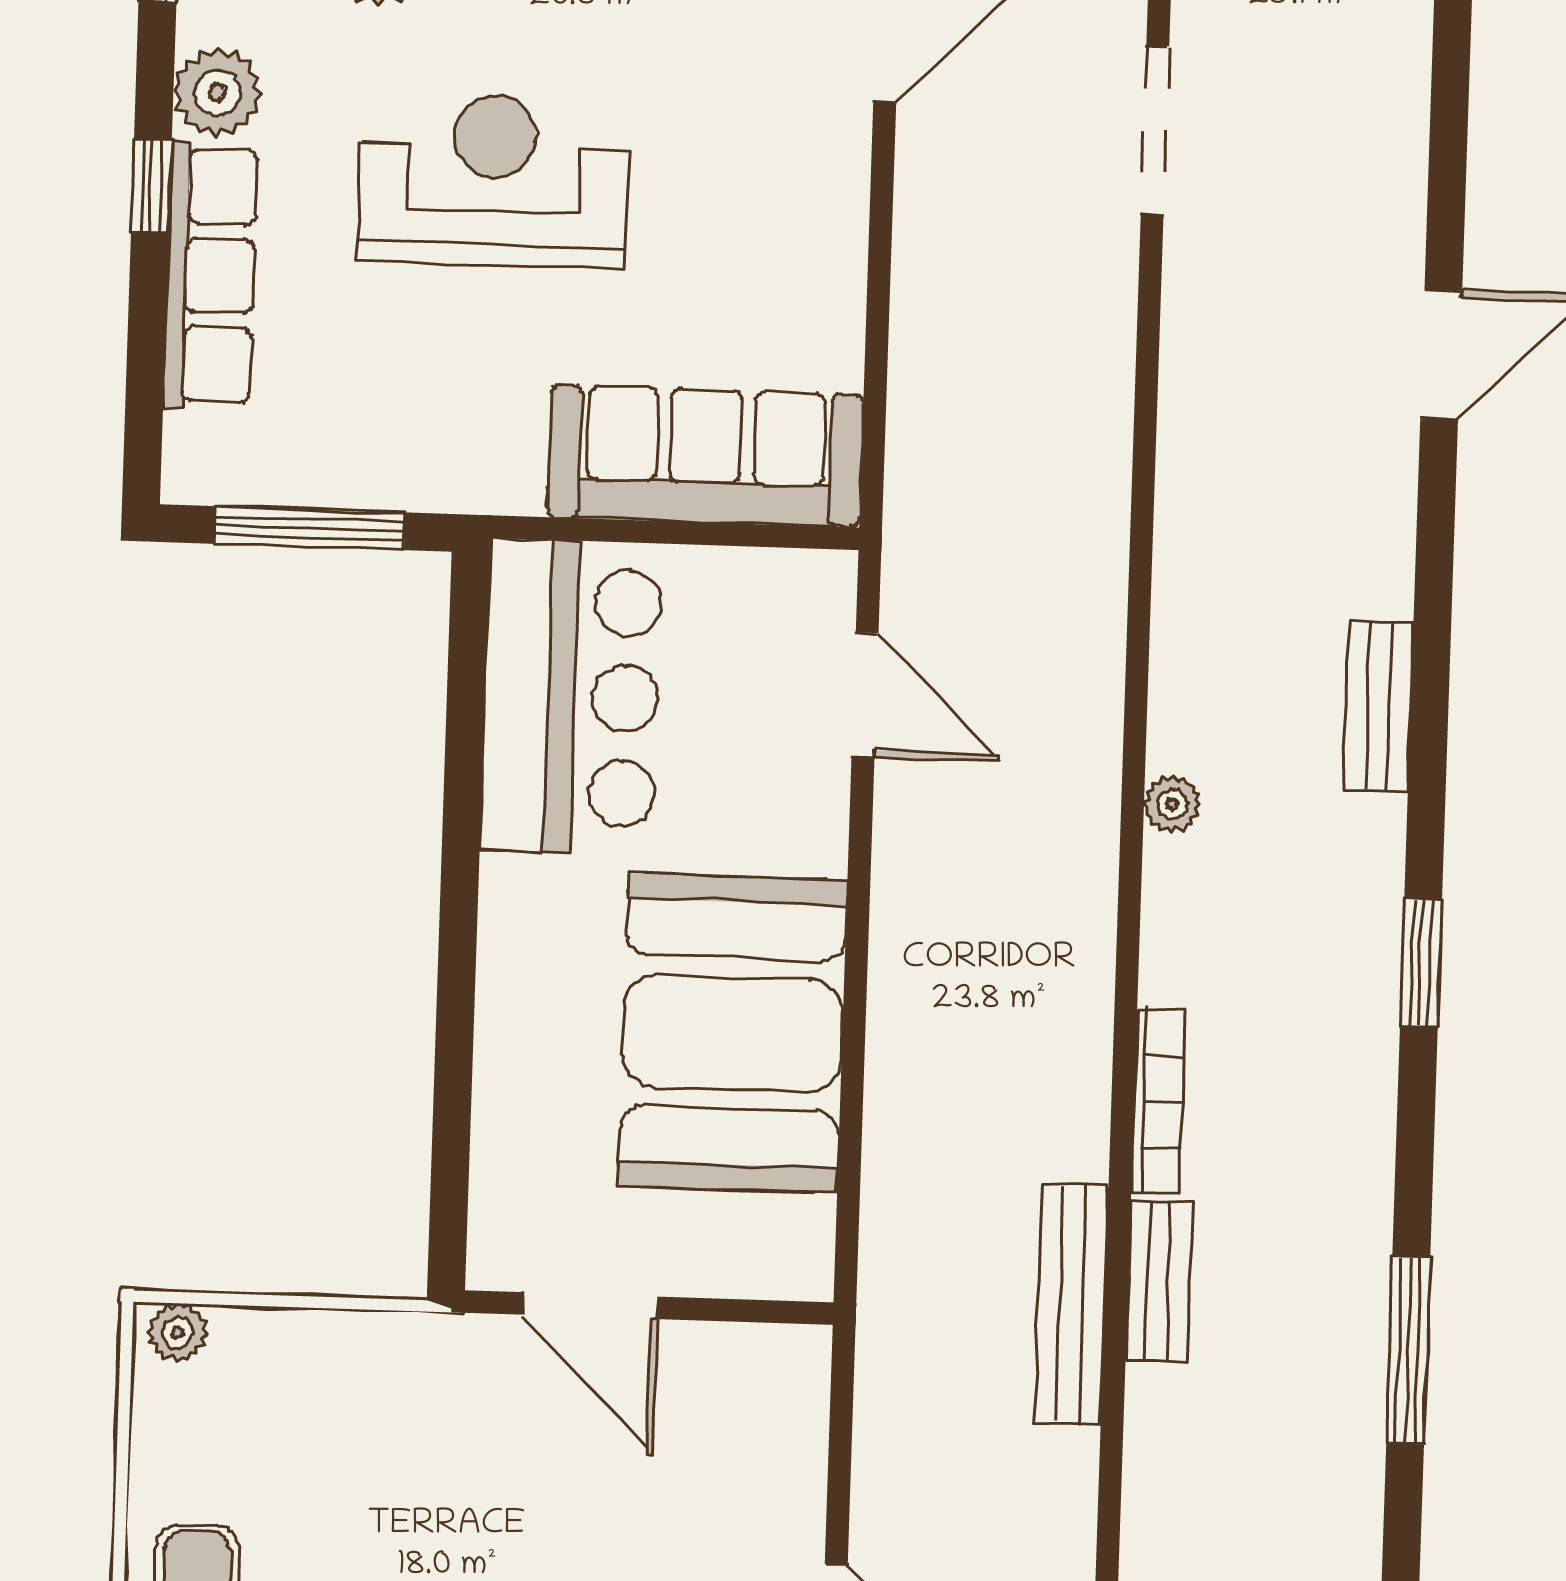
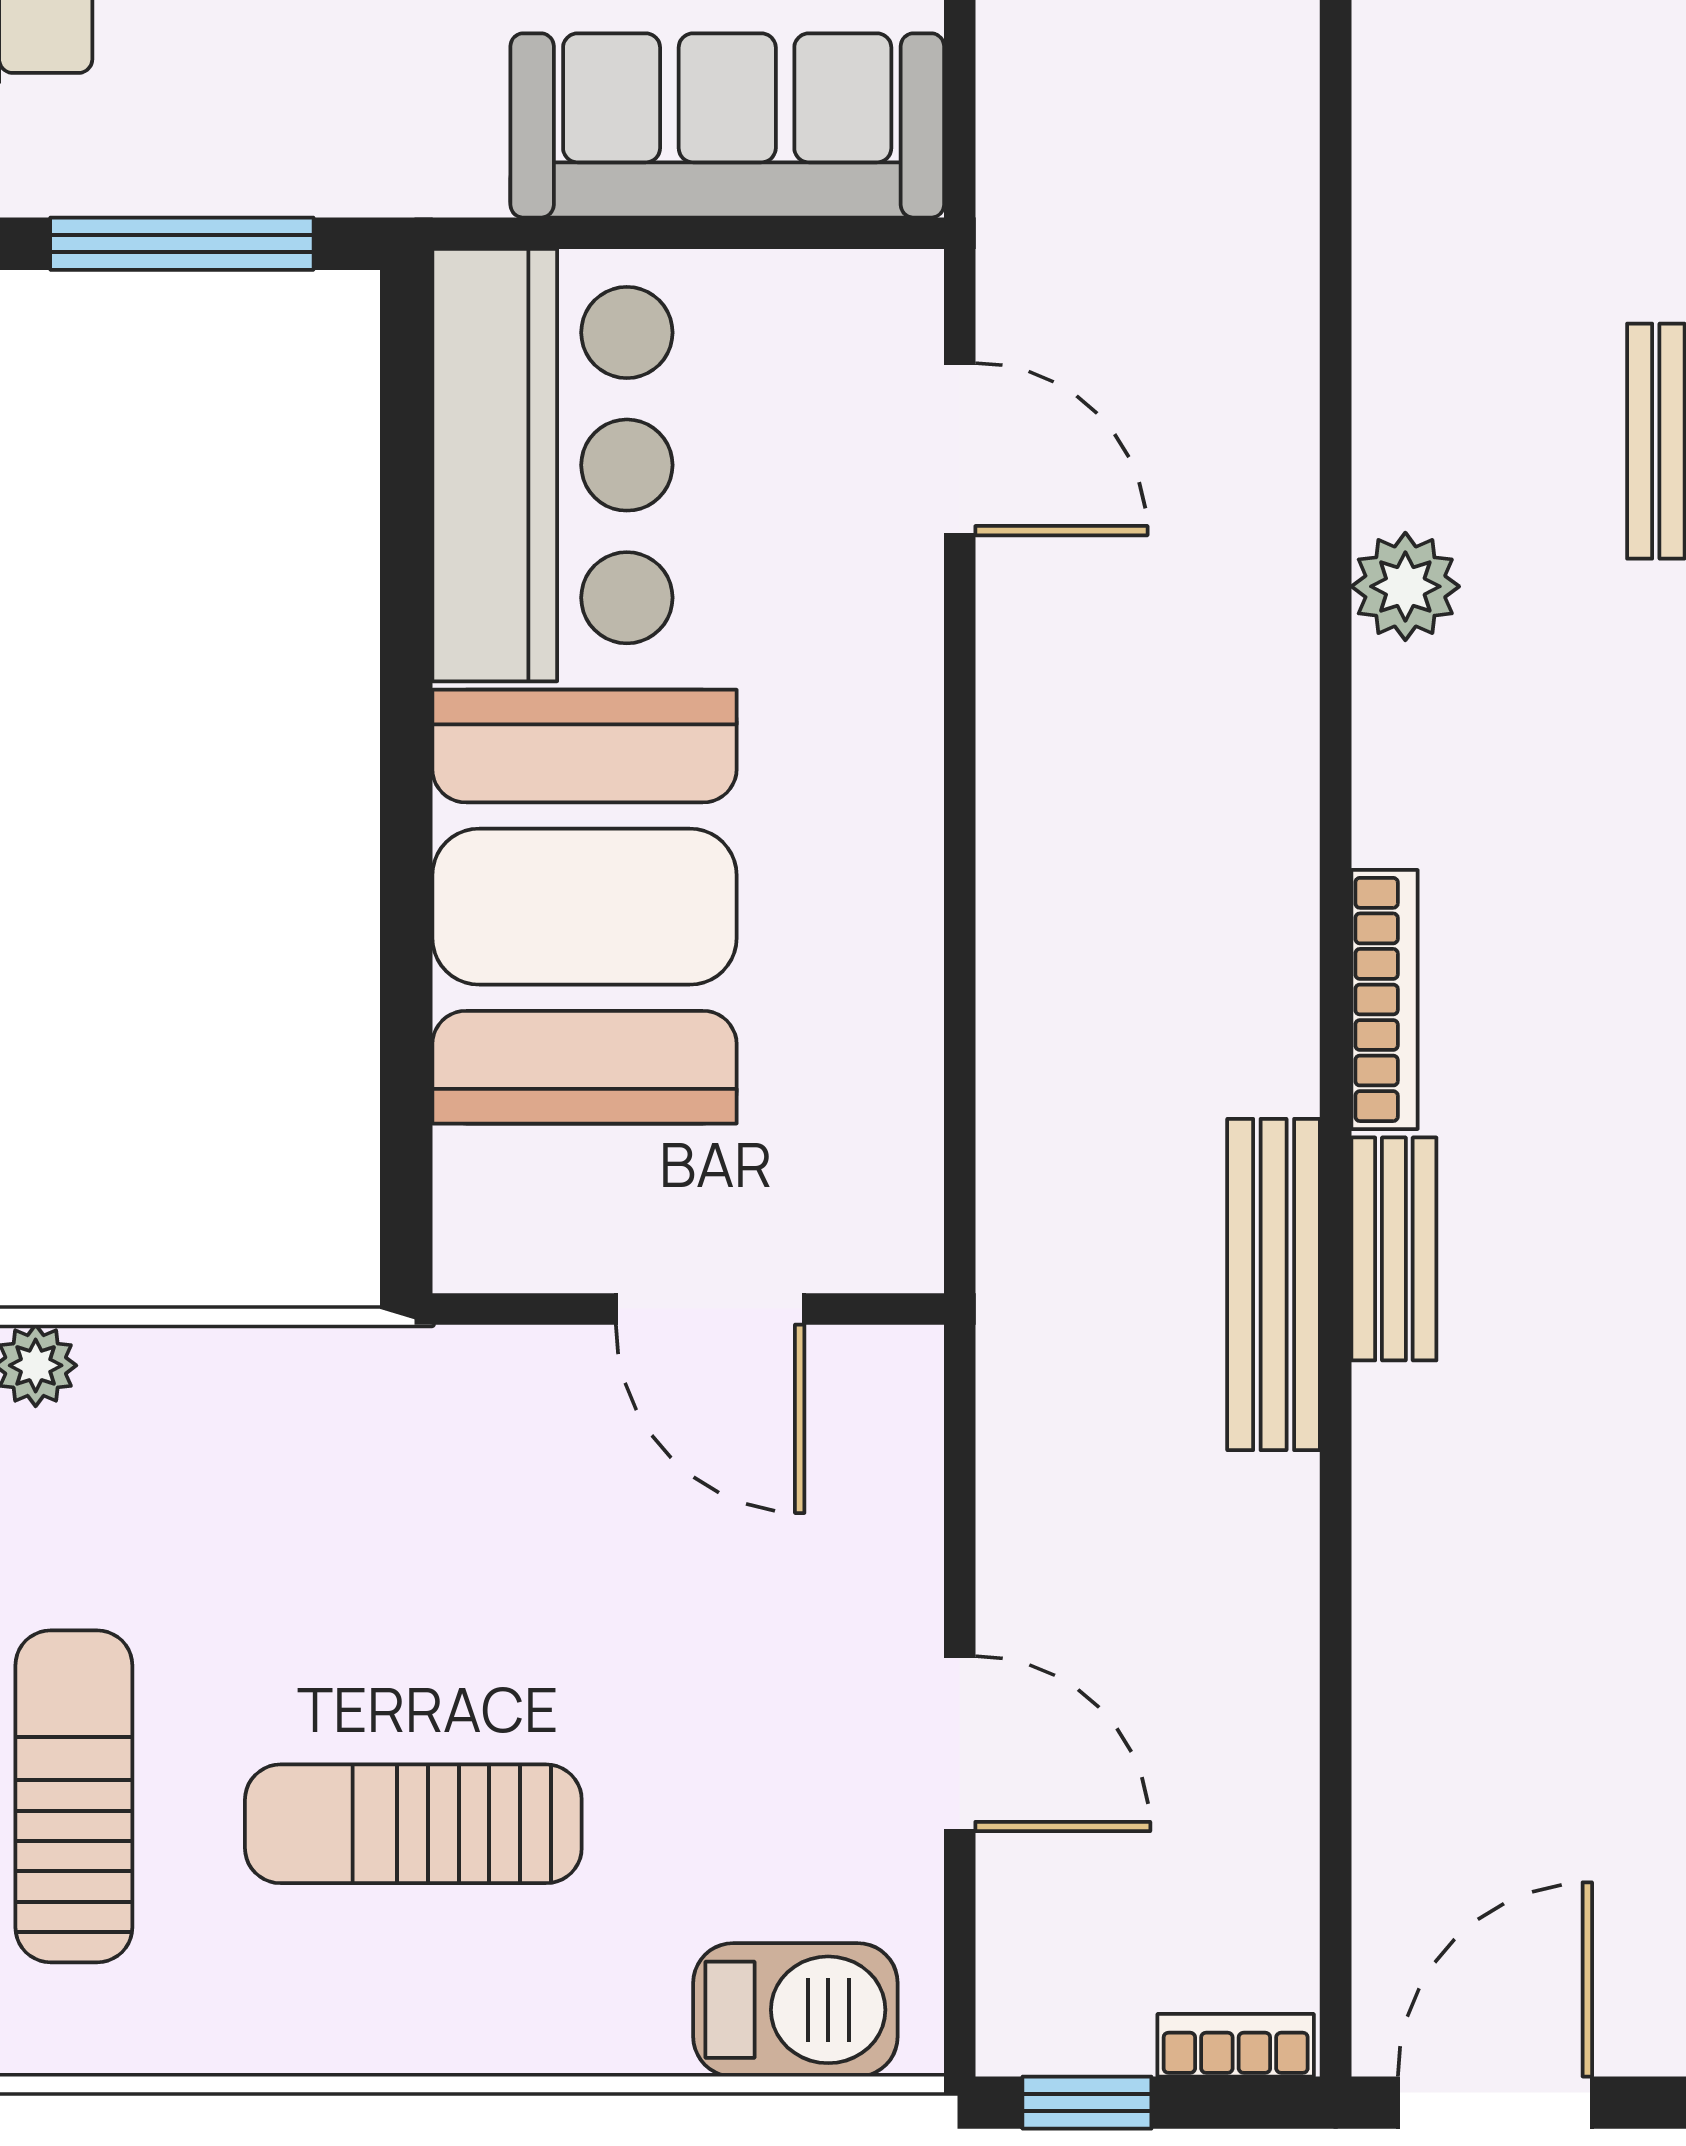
plant: (1172, 804) -> (1405, 586), width x1.38, depth x1.38
booth: (733, 1033) -> (584, 907), moved
door: (590, 1306) -> (710, 1309), moved

